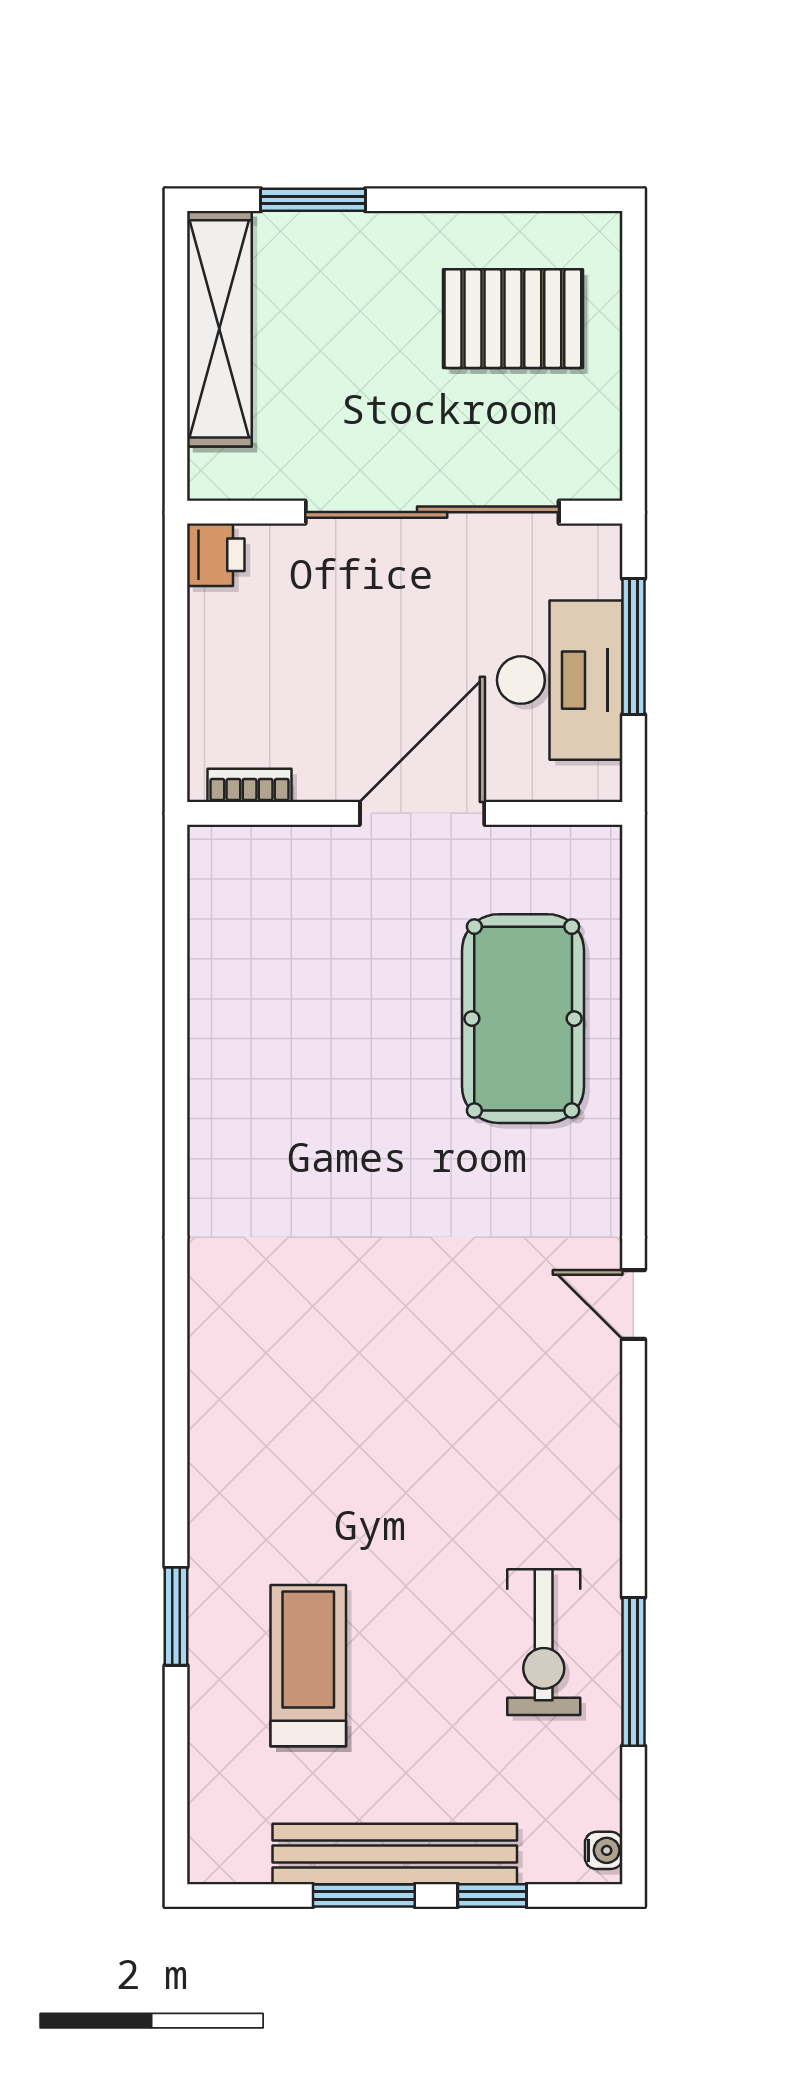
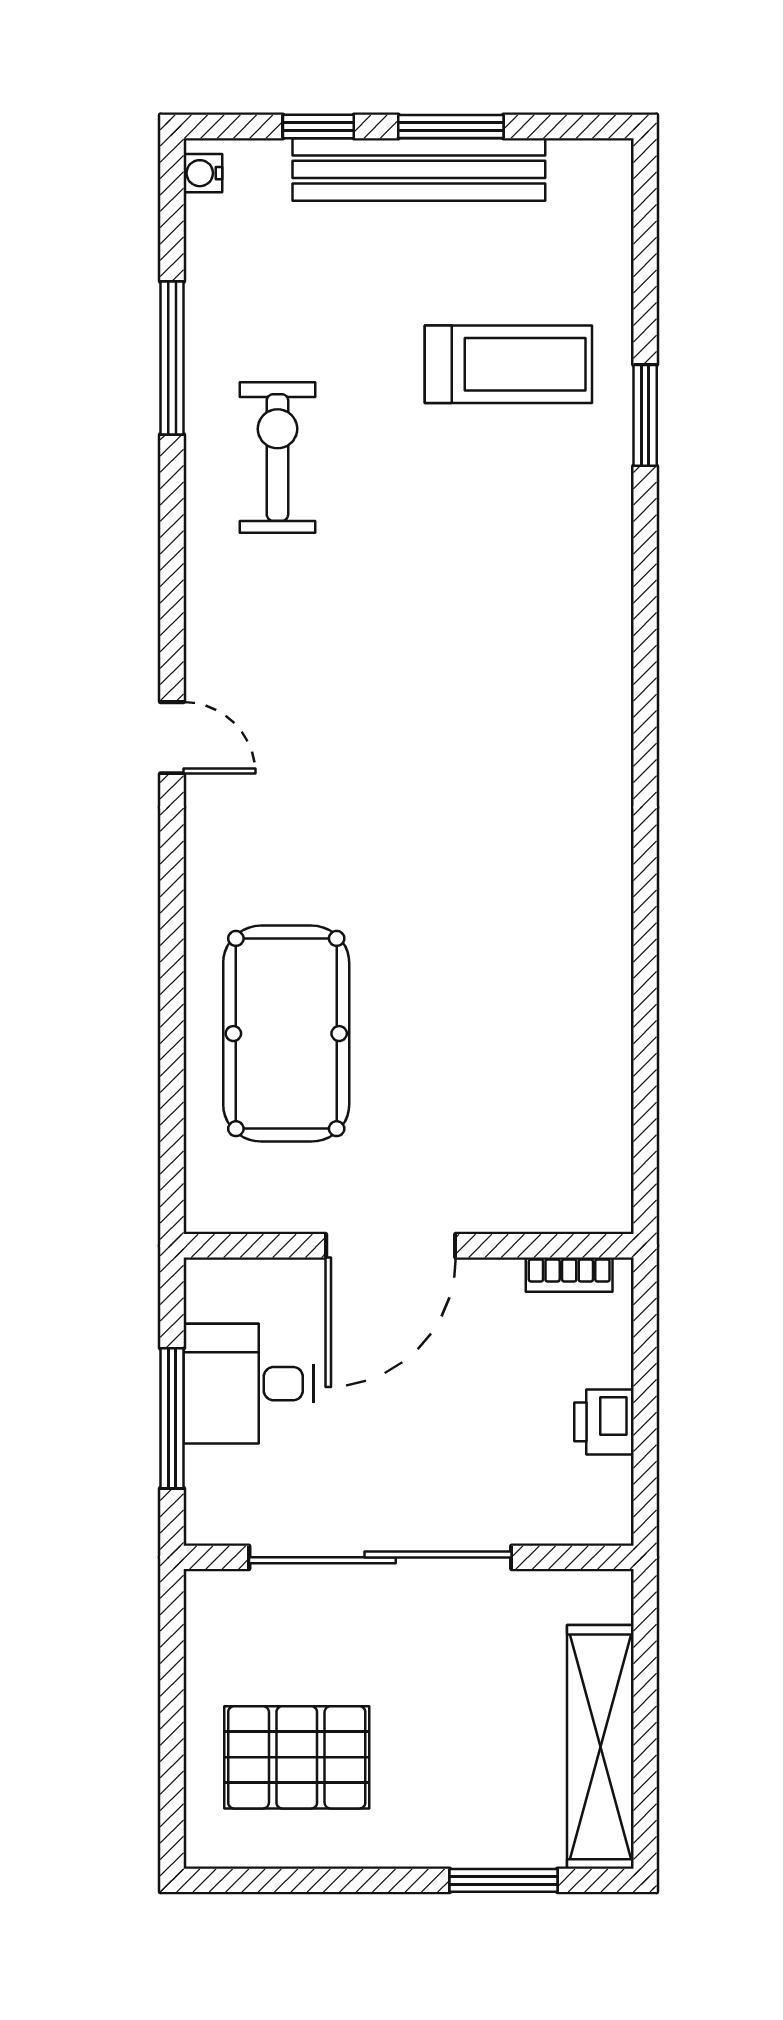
printer: (216, 555) -> (604, 1422), moved
desk: (560, 680) -> (248, 1384), width x0.73
exercise bike: (544, 1642) -> (277, 458), moved
treadmill: (308, 1666) -> (508, 364), turned -90

